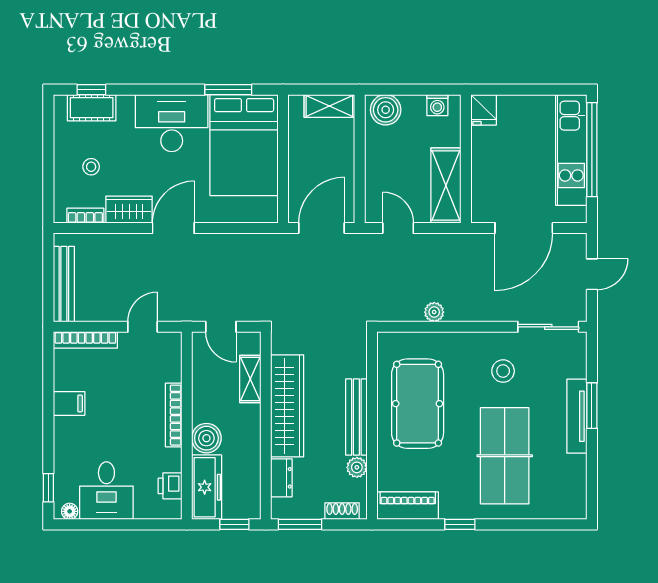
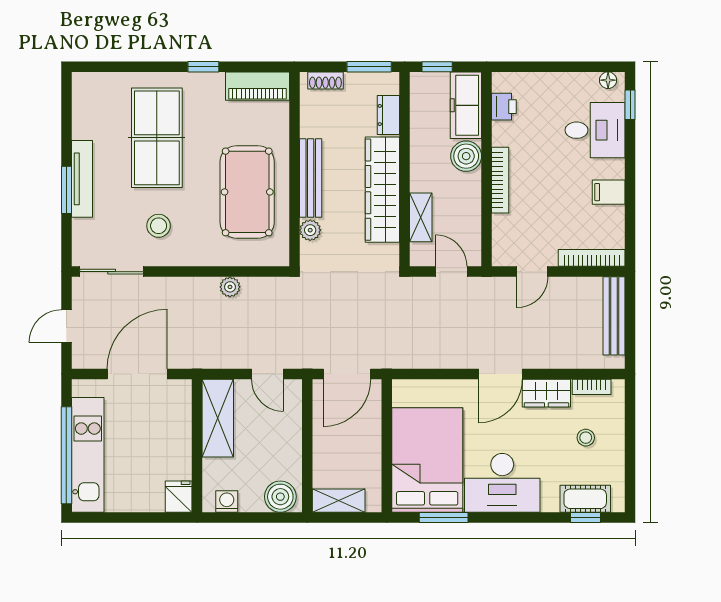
plant: (357, 467) -> (310, 230), moved
desk: (106, 491) -> (595, 130), moved, turned 90

